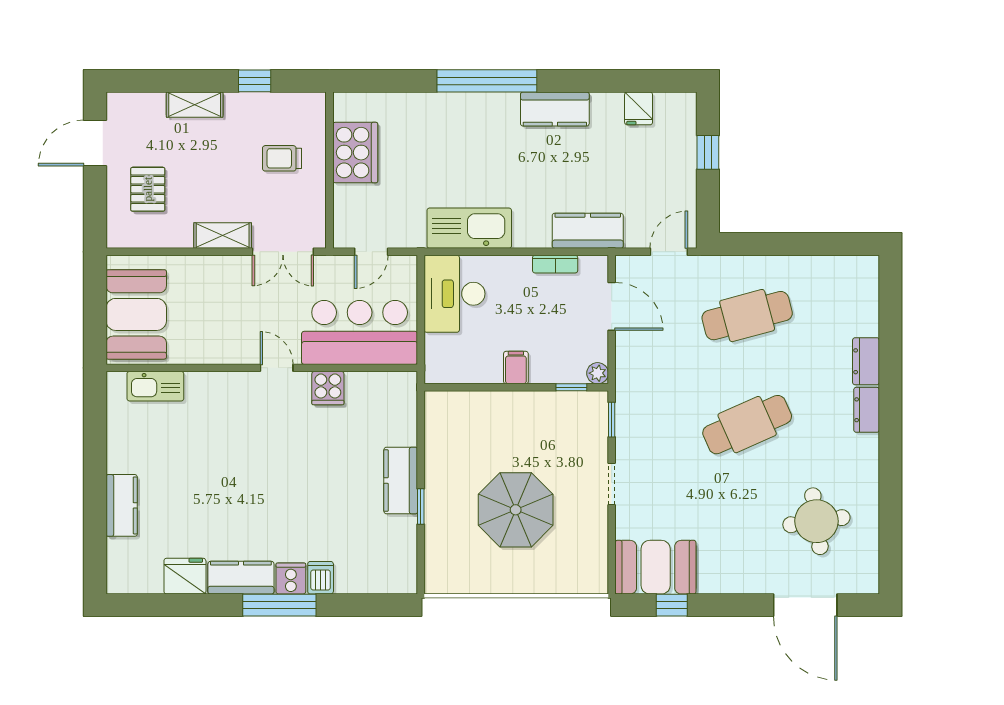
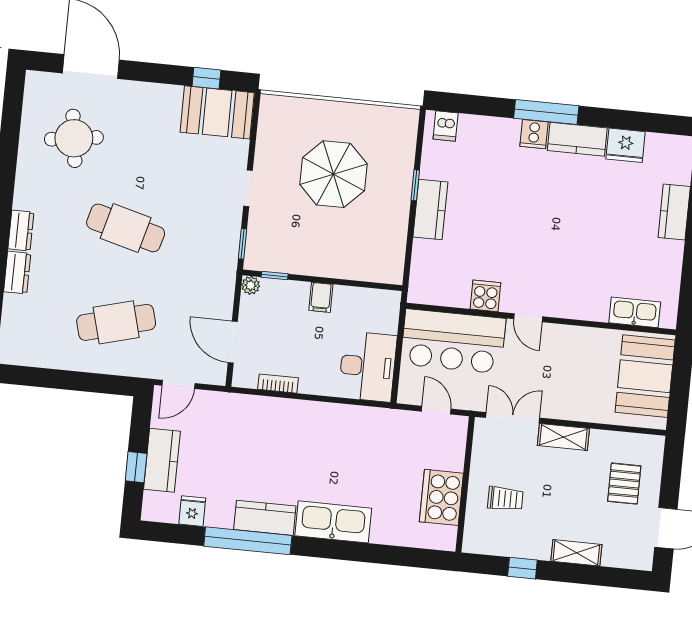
window: (487, 81) -> (248, 541), moved
kitchen sink: (469, 228) -> (333, 522), moved, turned 180
kitchen counter: (588, 231) -> (162, 460), moved, turned -90
door: (371, 252) -> (436, 410), hinge flipped
cafe table: (747, 425) -> (126, 228), turned 39
dishwasher: (321, 578) -> (446, 126), moved

